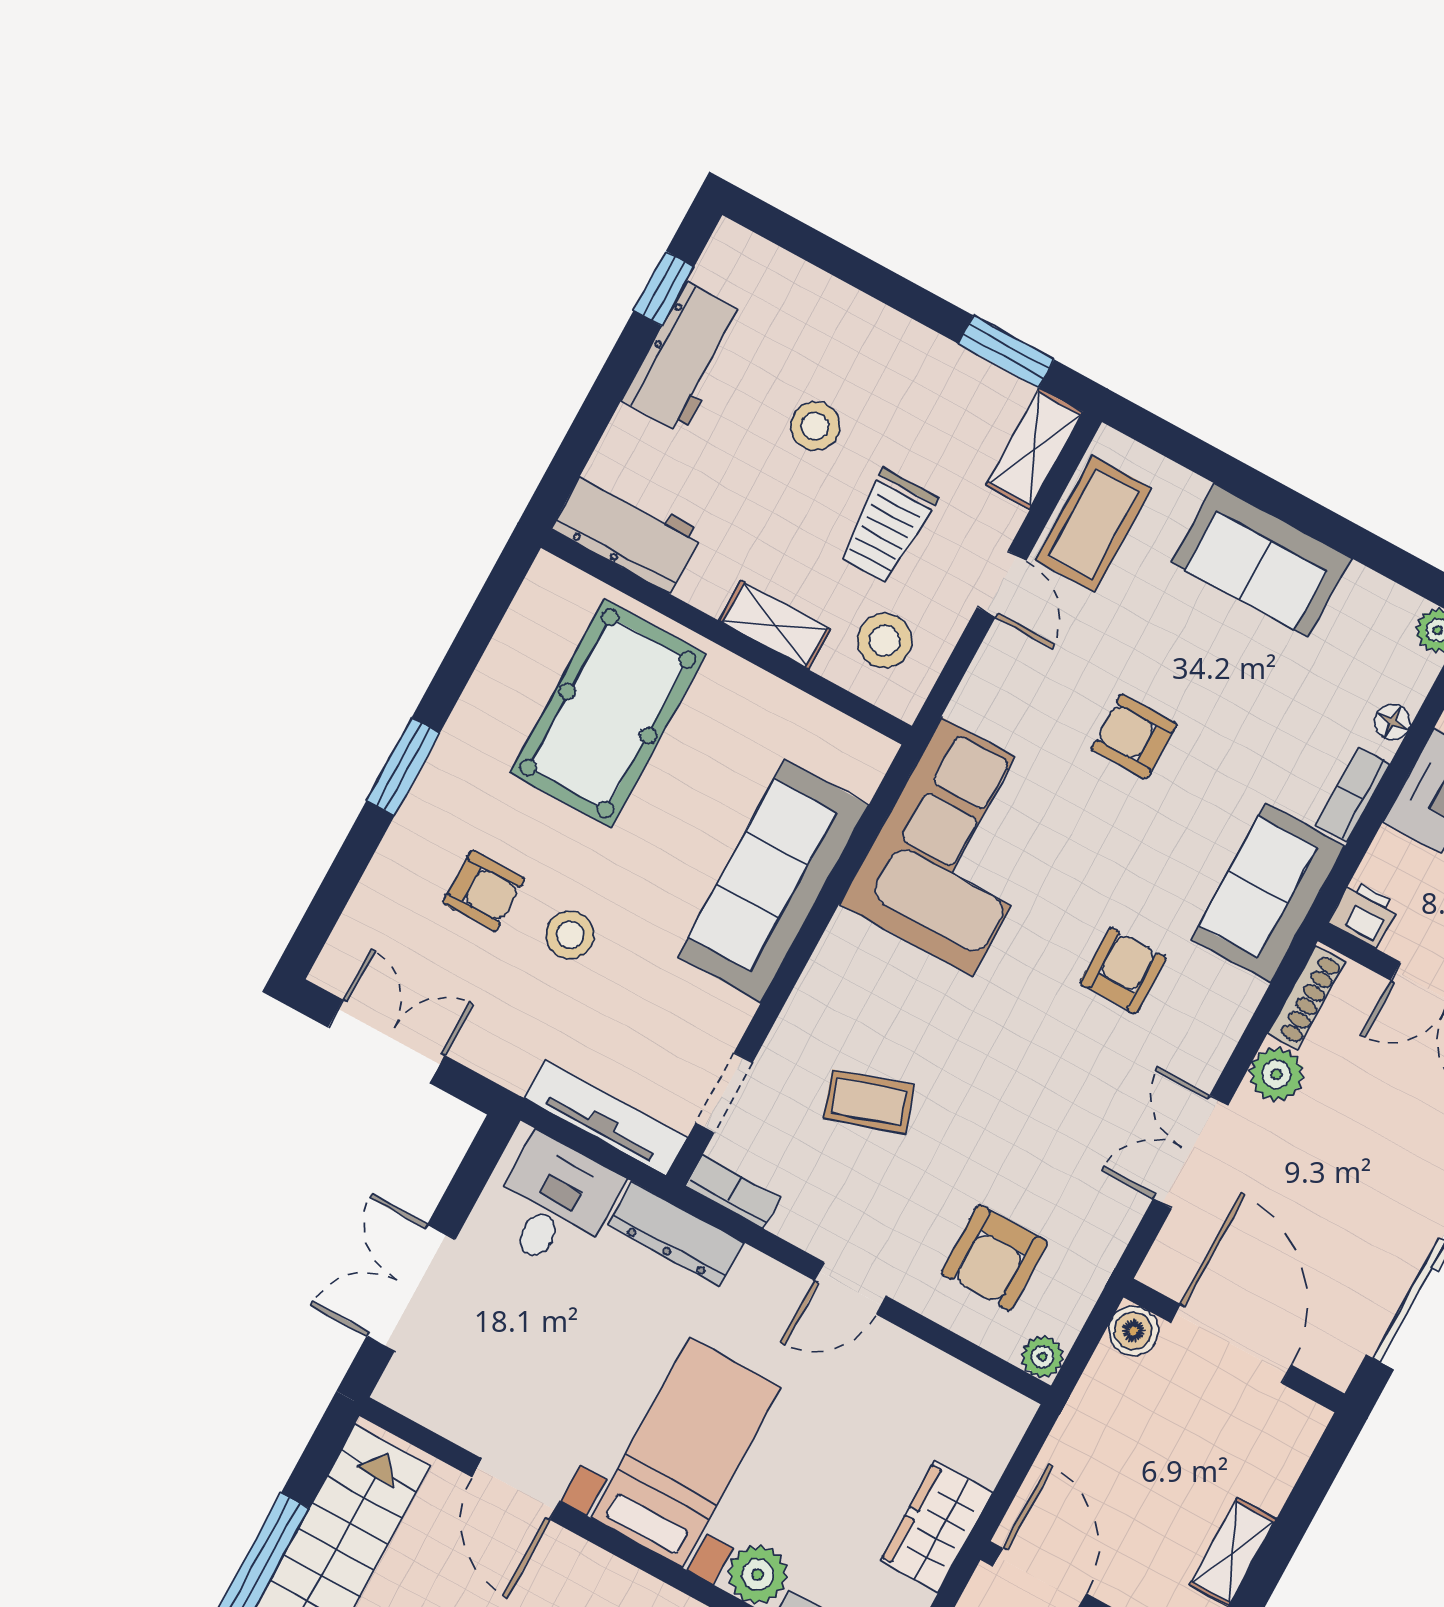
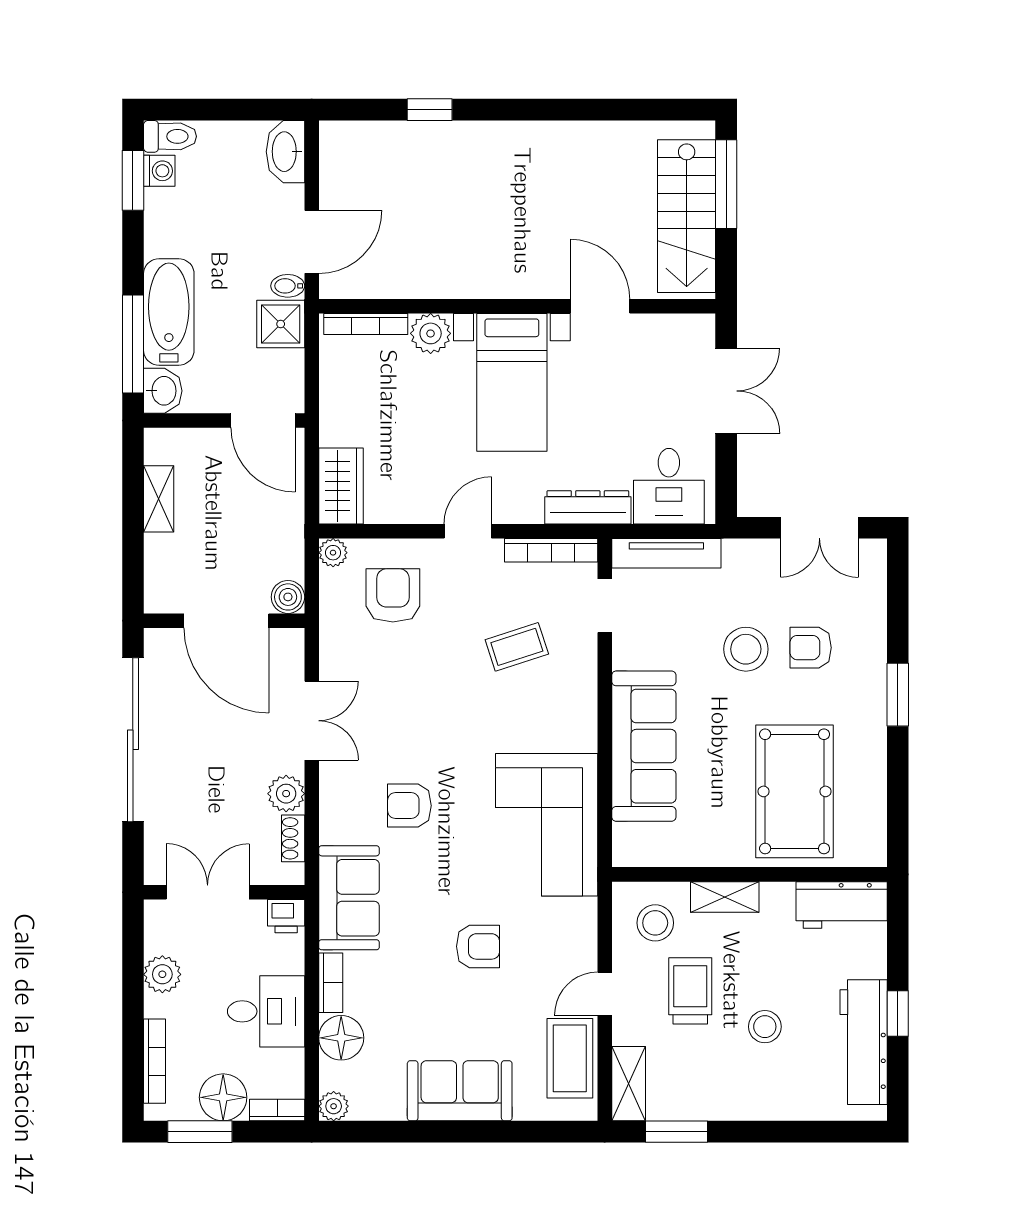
window: (664, 289) -> (898, 1014), moved
workbench: (684, 358) -> (864, 1042), width x1.38
door: (1002, 584) -> (605, 994), hinge flipped
floor lamp: (1393, 722) -> (341, 1038), width x1.89, depth x1.89
stool: (570, 935) -> (746, 649), width x1.38, depth x1.38
armchair: (1123, 970) -> (409, 806), turned 90
shoe rack: (1306, 997) -> (293, 838), width x0.70
bookcase: (733, 1192) -> (551, 550), width x1.56
wardrobe: (936, 1527) -> (341, 486), moved

